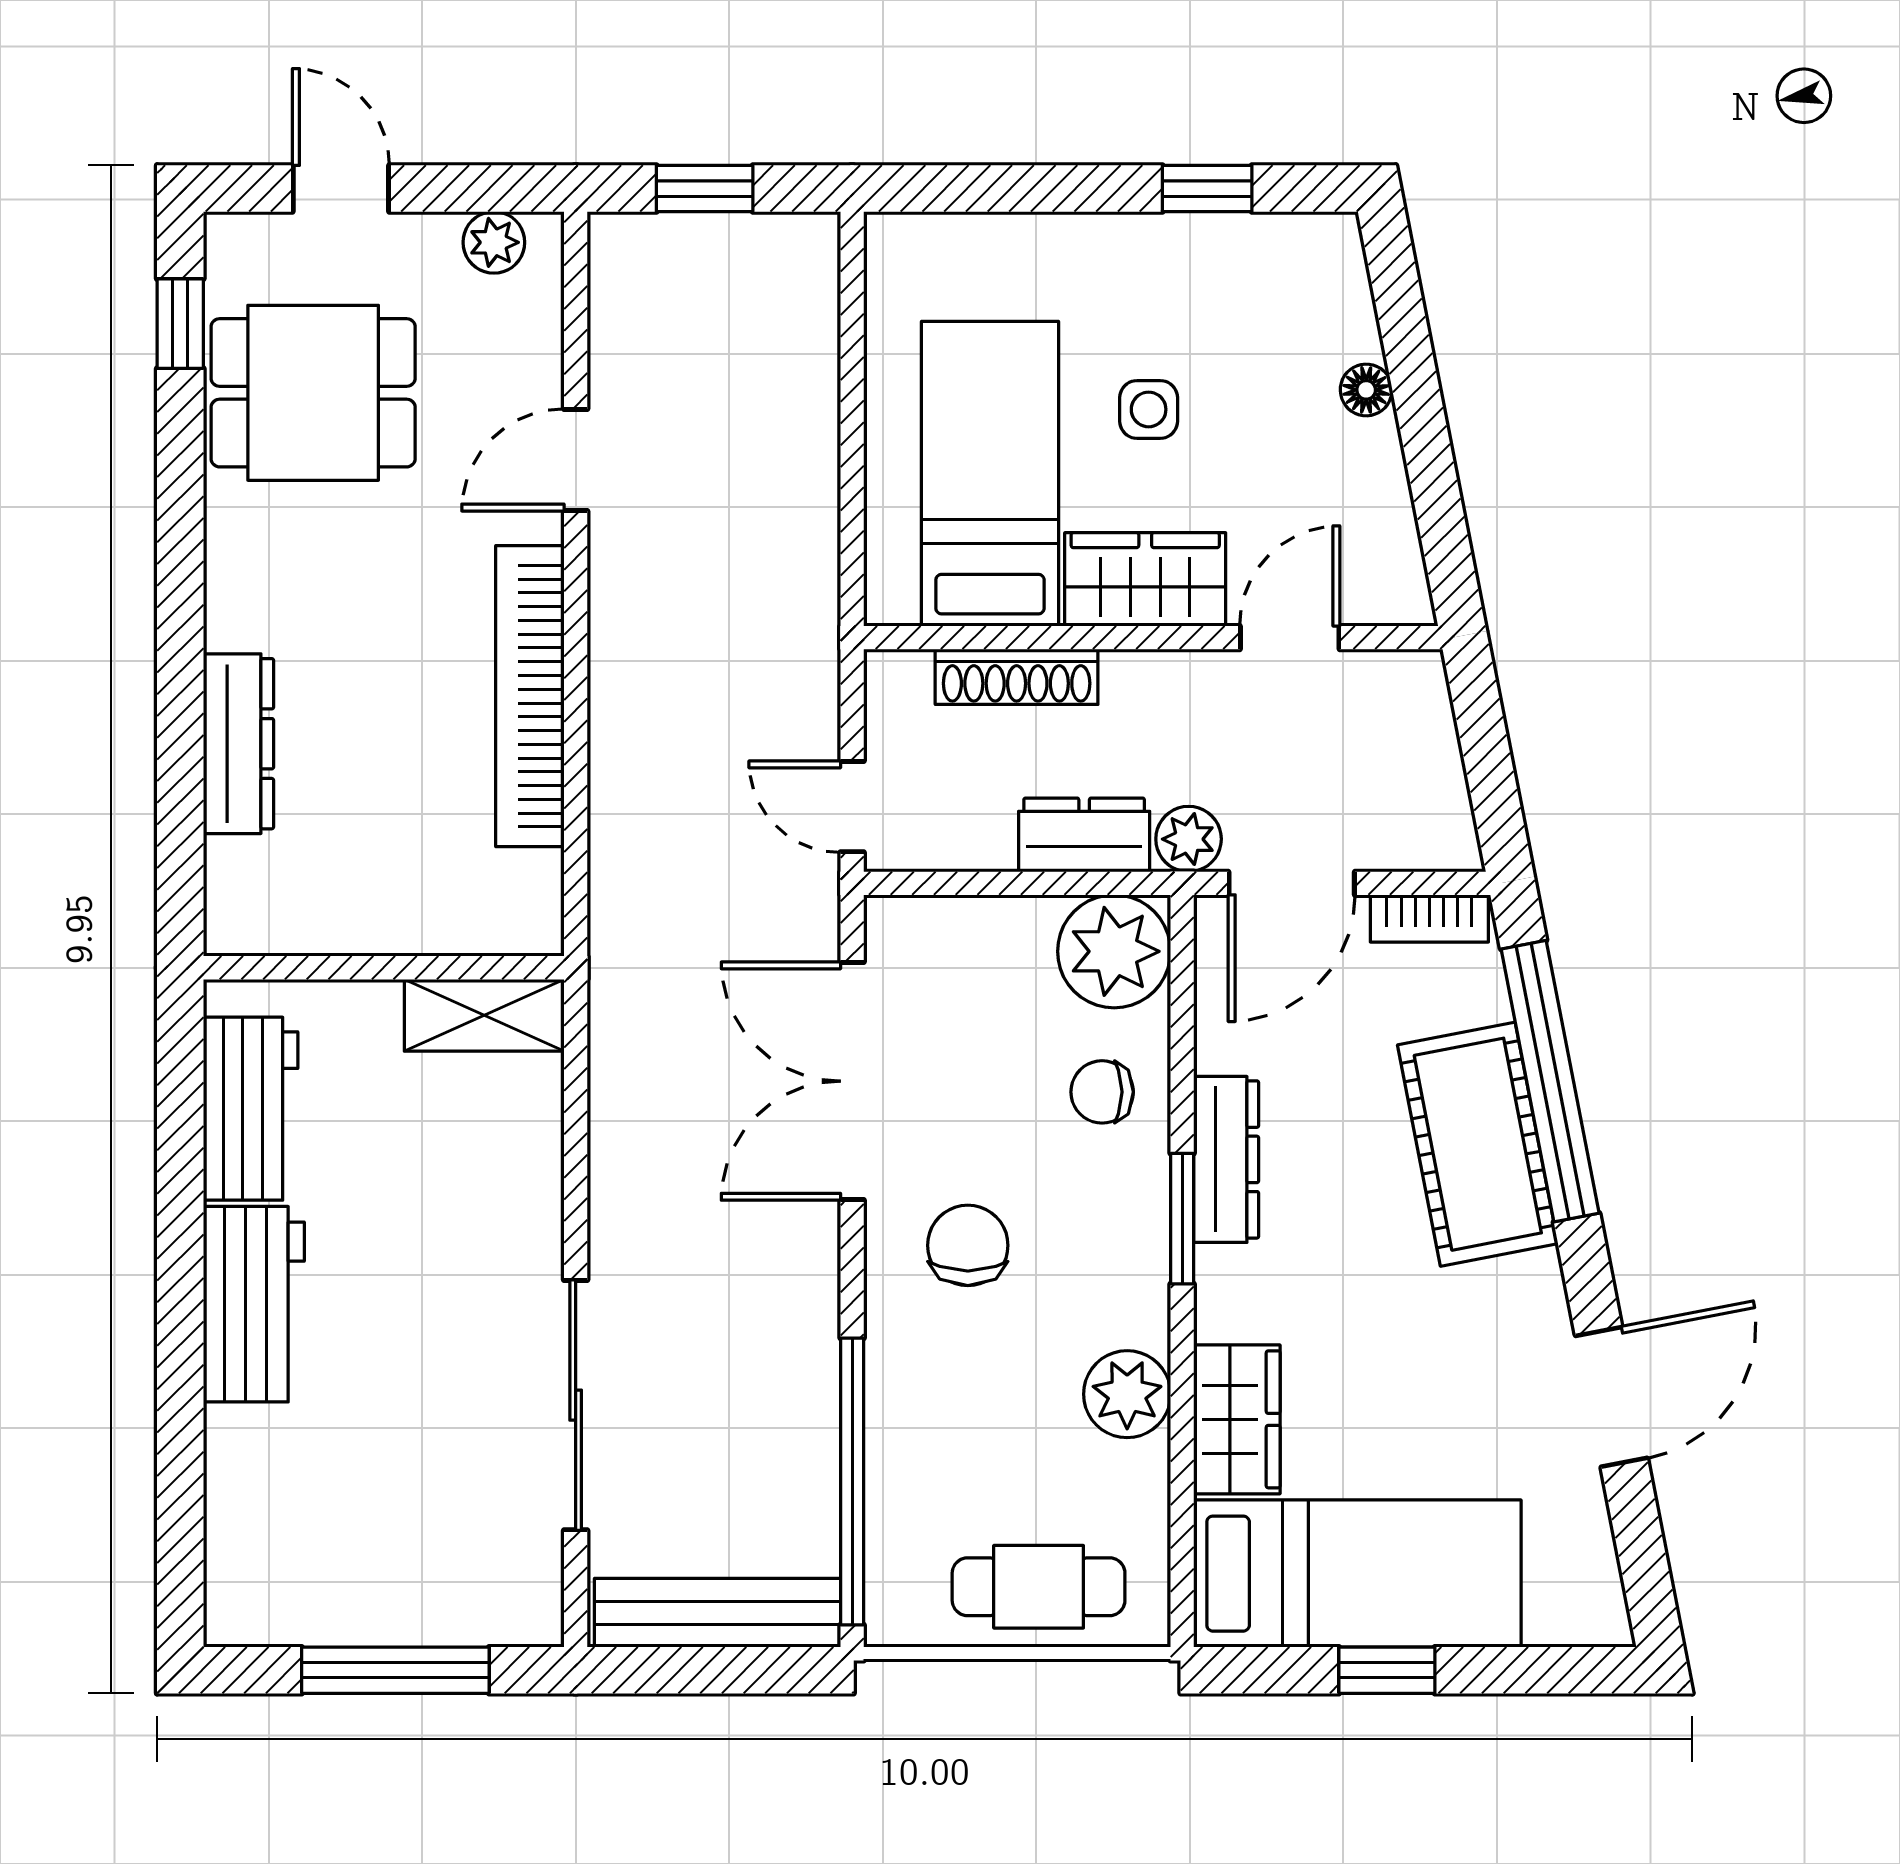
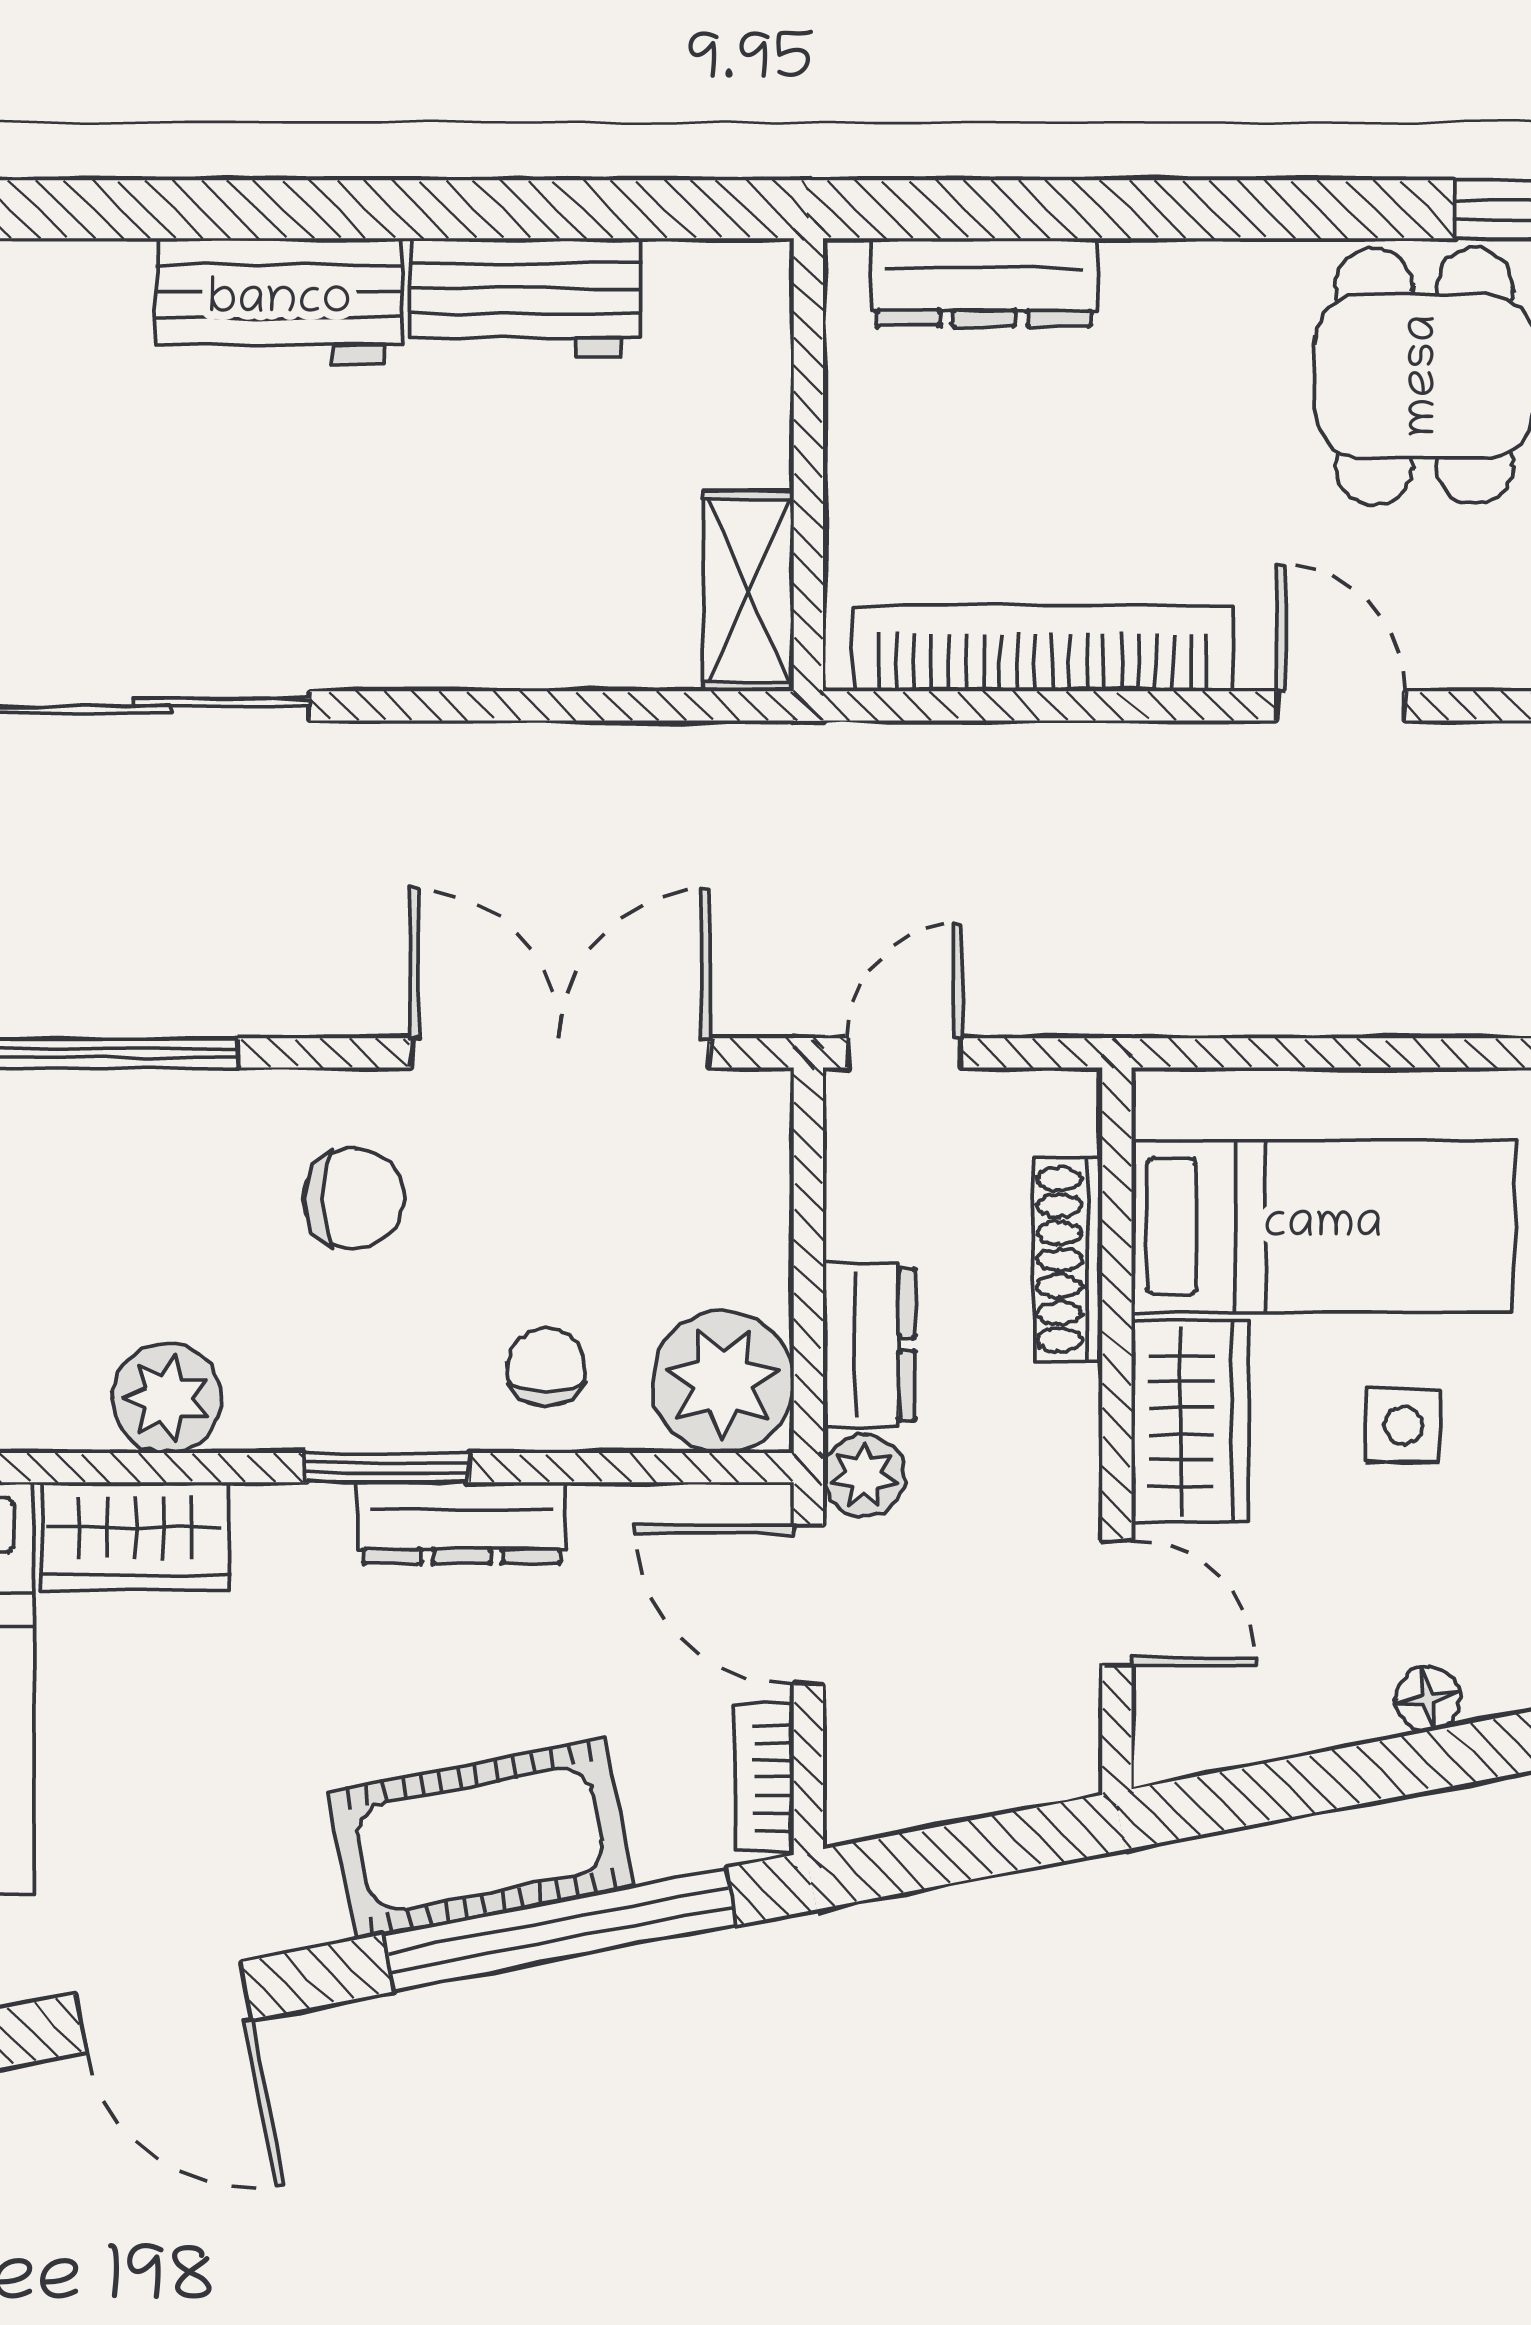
wall: (384, 968) -> (808, 465), moved
shelving: (484, 1015) -> (749, 591), moved

